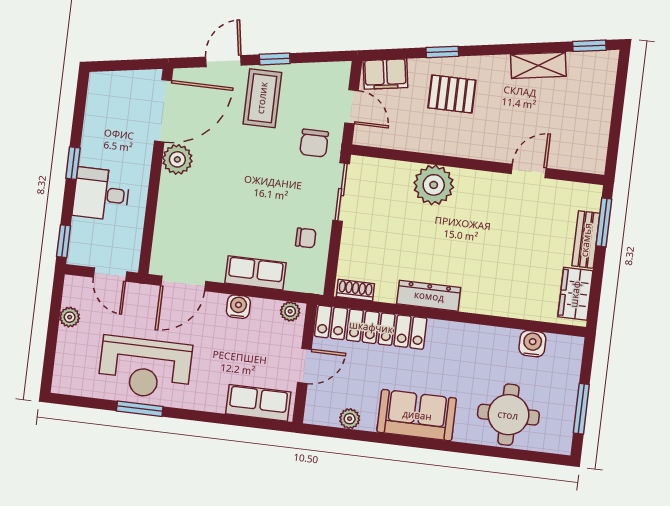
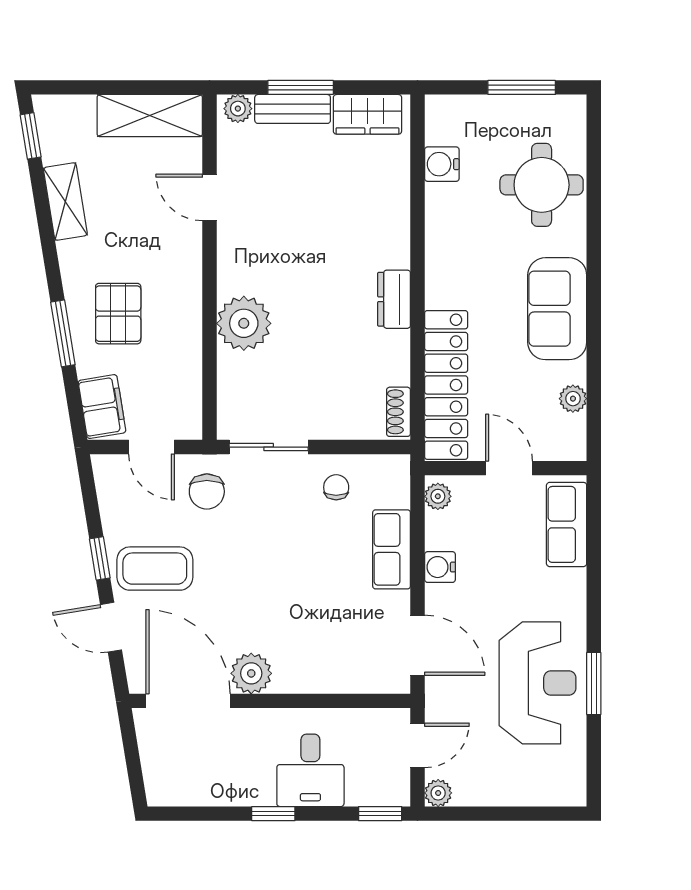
window: (442, 52) -> (63, 333), width x1.50
door: (351, 107) -> (152, 447), swing flipped
shelving: (594, 135) -> (150, 116), added
chair: (314, 143) -> (207, 491), turned 90
plant: (591, 200) -> (238, 109), added
window: (604, 222) -> (301, 87), moved
dresser: (429, 296) -> (394, 299), width x0.70
plant: (70, 317) -> (438, 793), moved

